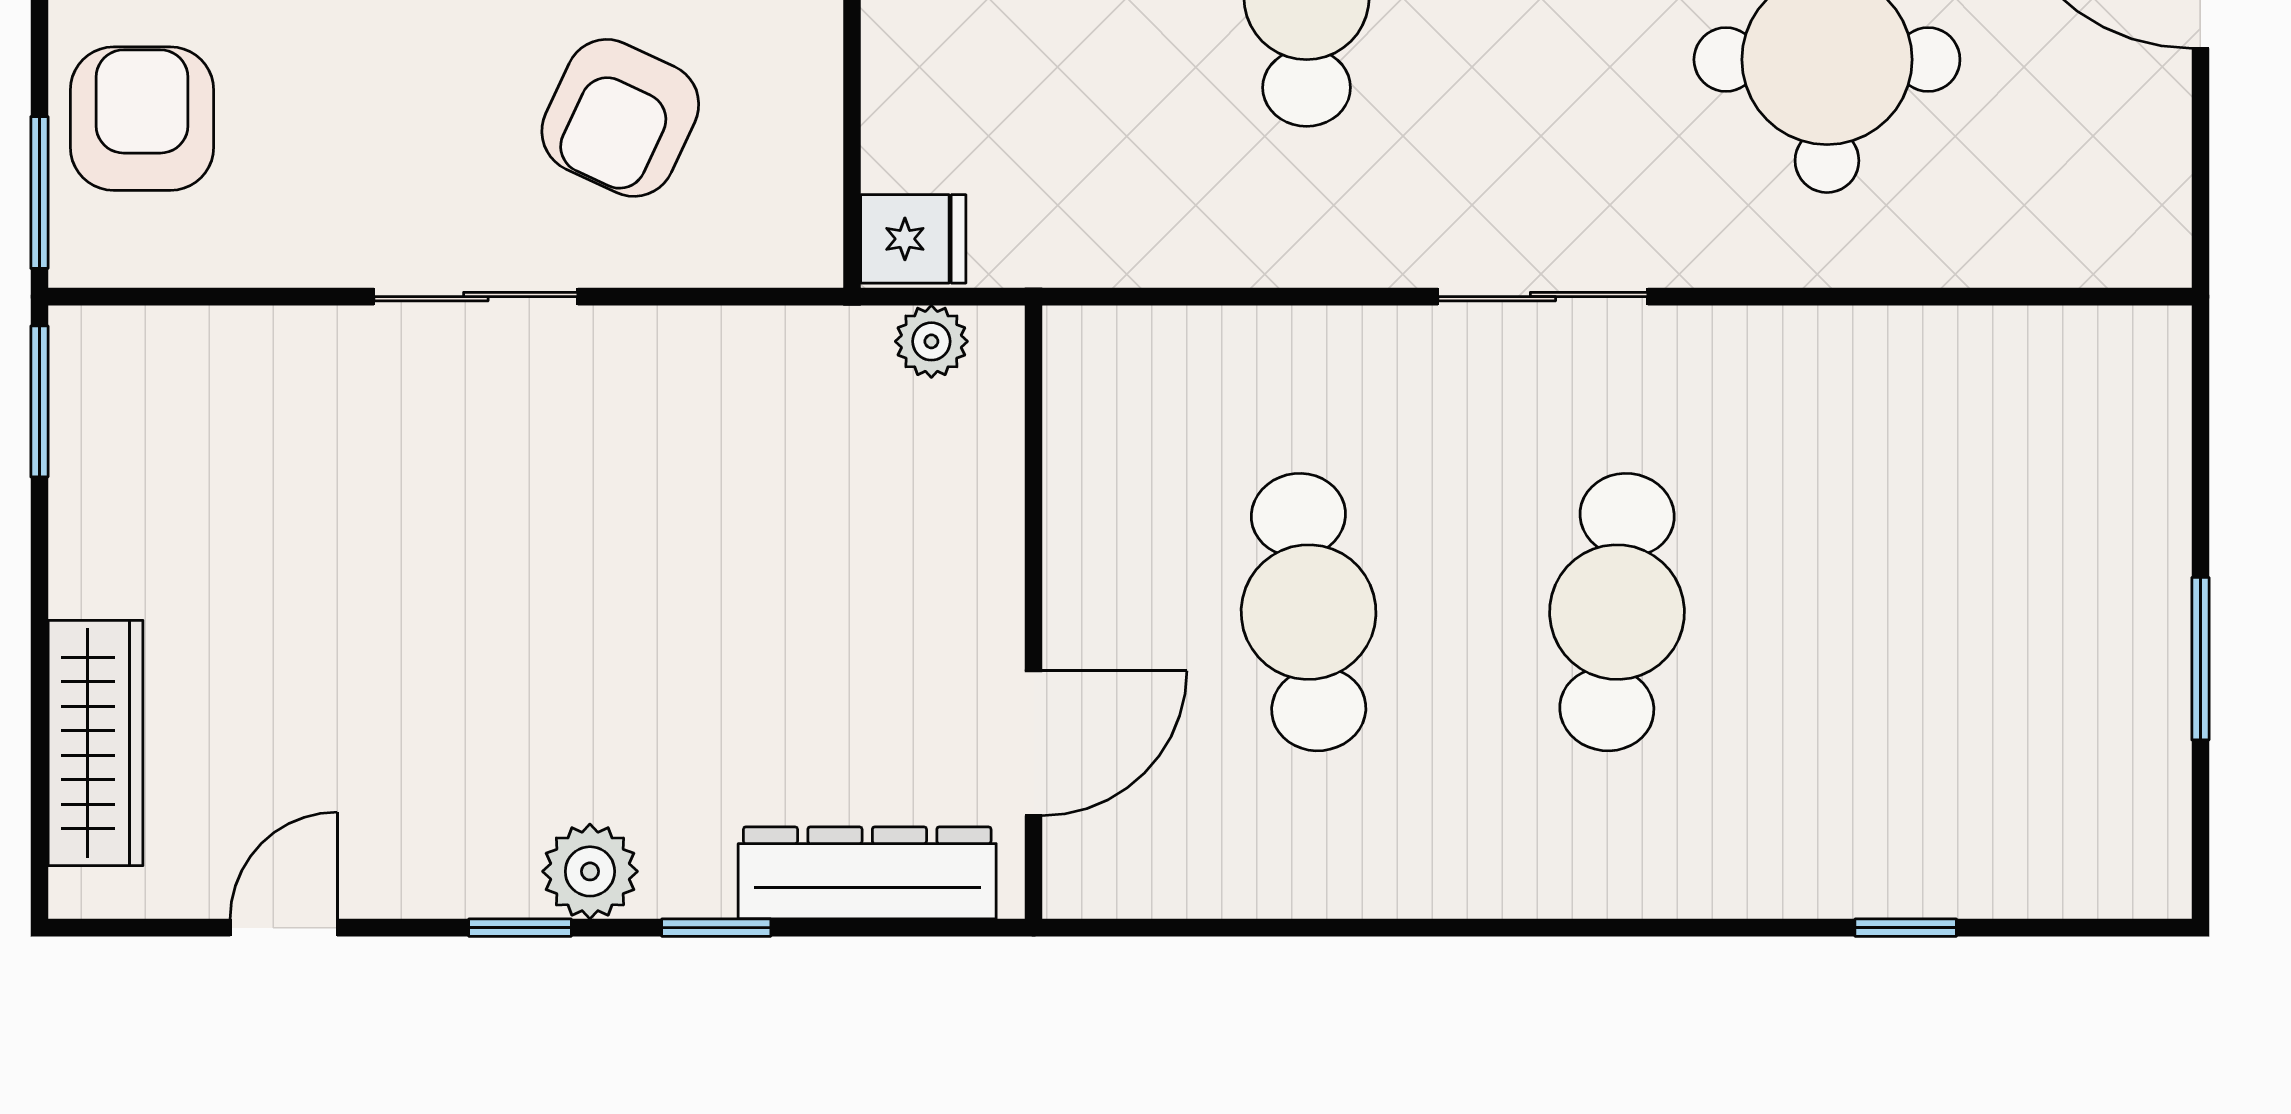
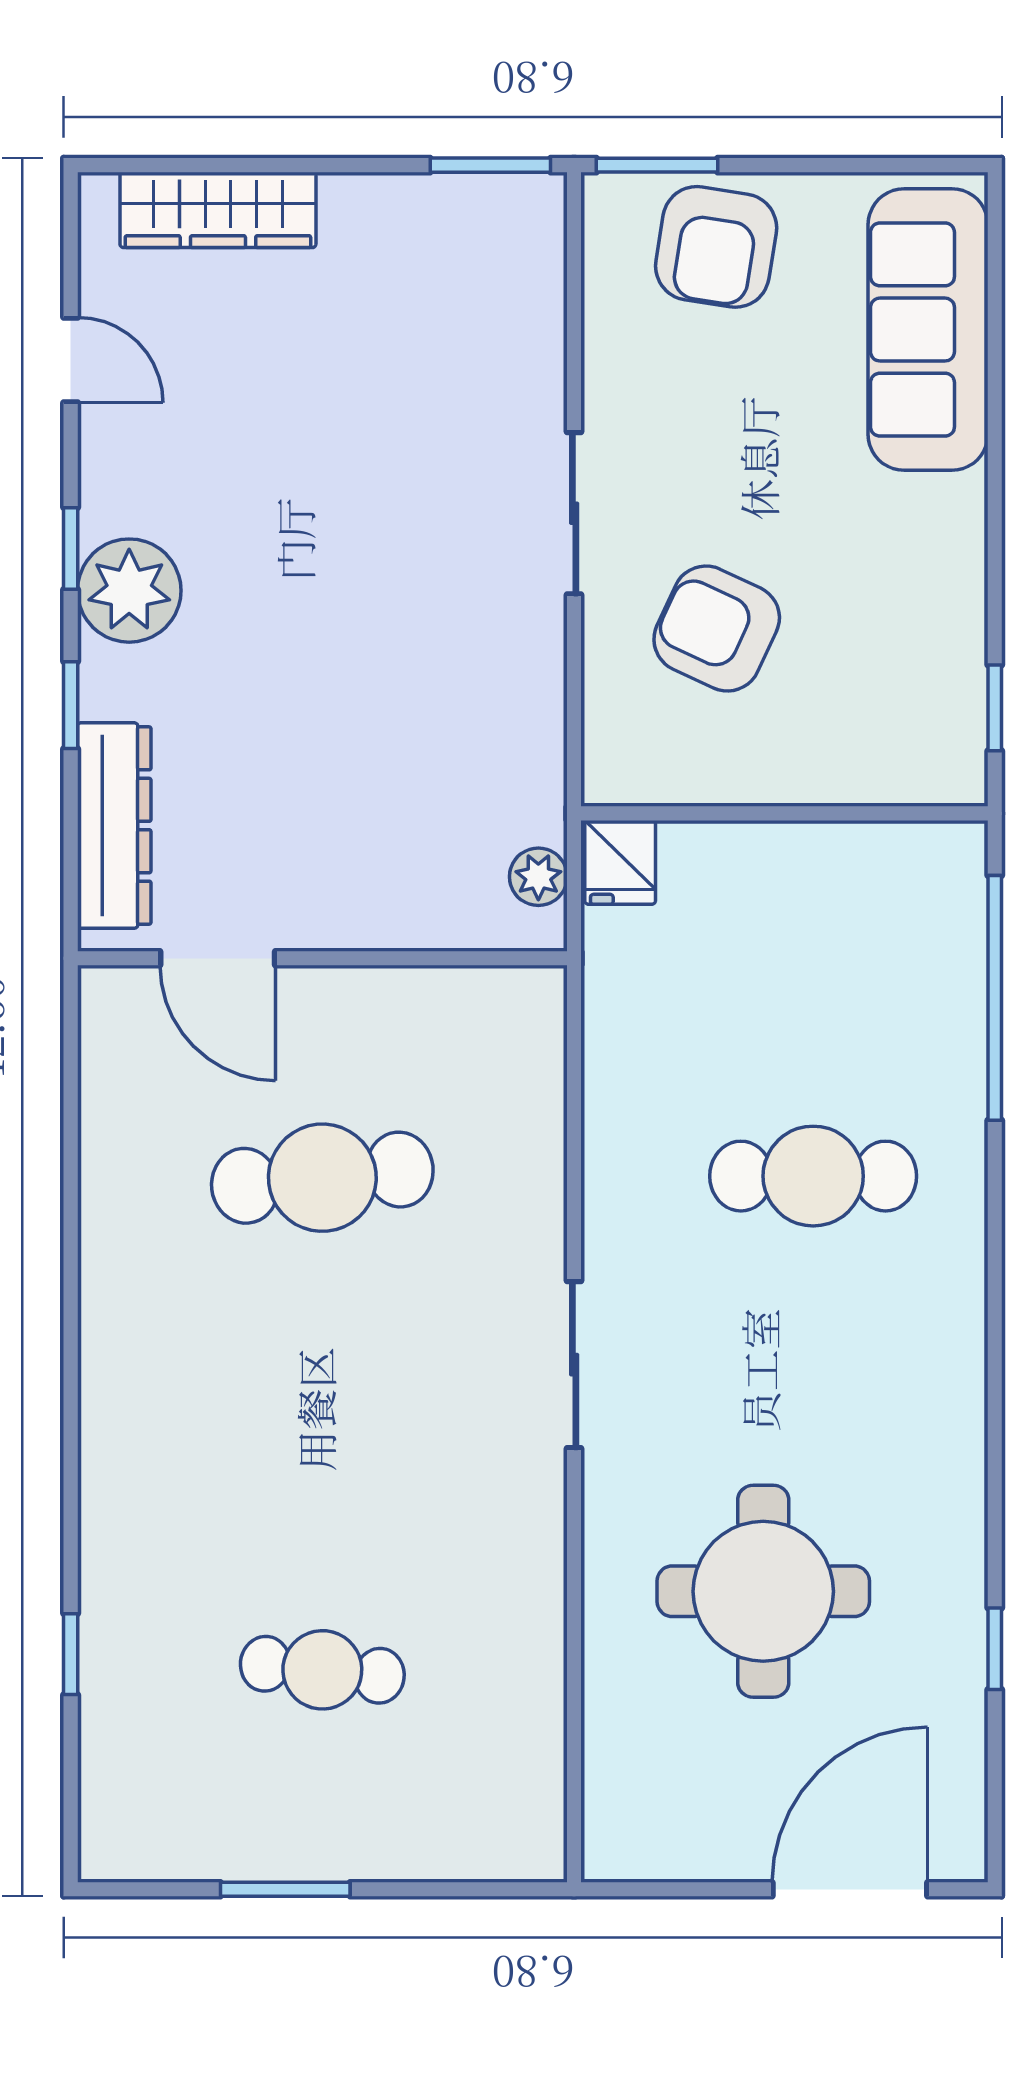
armchair: (142, 119) -> (716, 247), turned 99
cafe table: (1617, 612) -> (322, 1670), moved, width x0.73, depth x0.74
plant: (590, 871) -> (129, 591), width x1.36, depth x1.36

